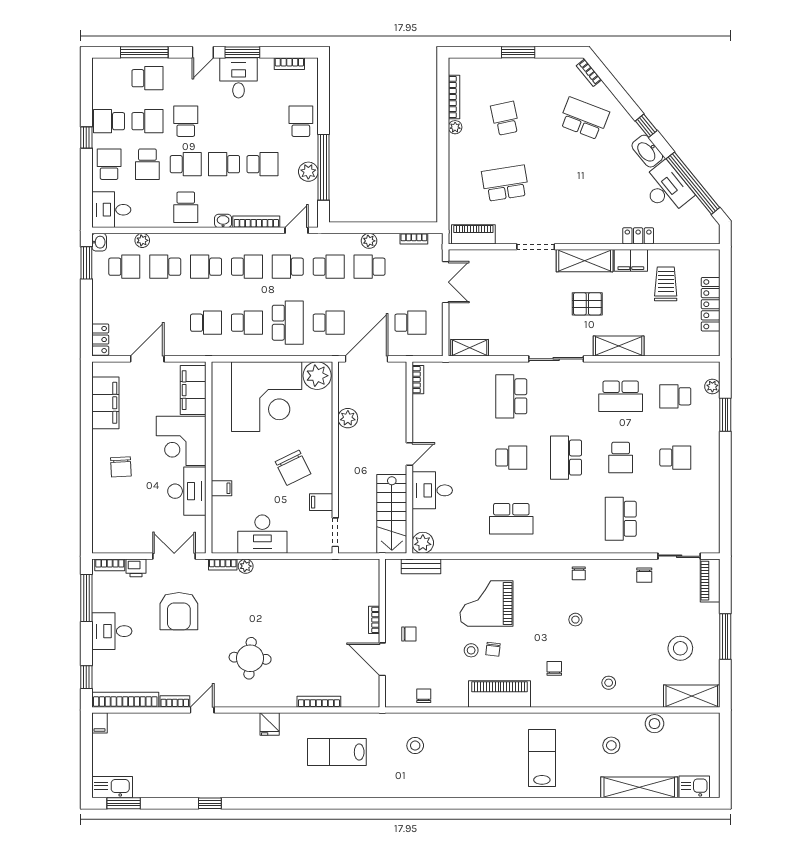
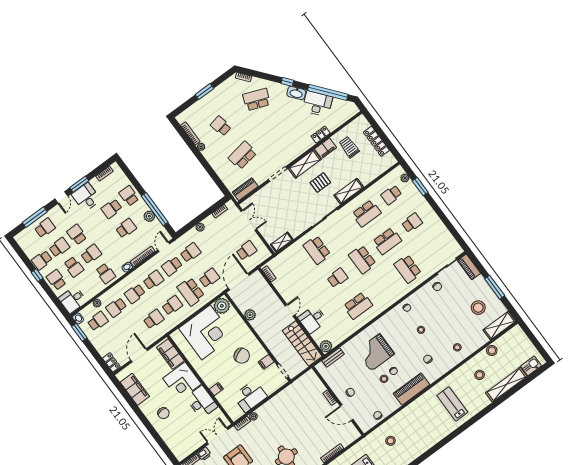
school desk: (224, 164) -> (112, 209), moved
school desk: (370, 267) -> (209, 239), removed
school desk: (288, 323) -> (191, 292), turned 180
school desk: (621, 458) -> (387, 241), width x1.85

